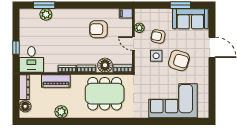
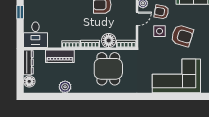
door: (133, 43) -> (137, 19), swing flipped
window: (16, 48) -> (20, 12), moved
dining table: (105, 94) -> (108, 69), width x0.73

